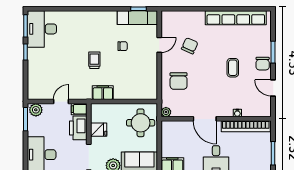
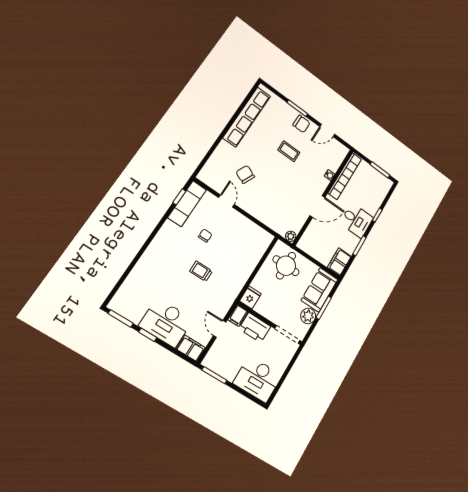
desk: (42, 29) -> (166, 323), moved
chair: (179, 81) -> (270, 206), removed
filing cabinet: (103, 93) -> (191, 348), moved, turned 90
plant: (36, 110) -> (212, 359), removed
fridge: (99, 130) -> (250, 297), moved

